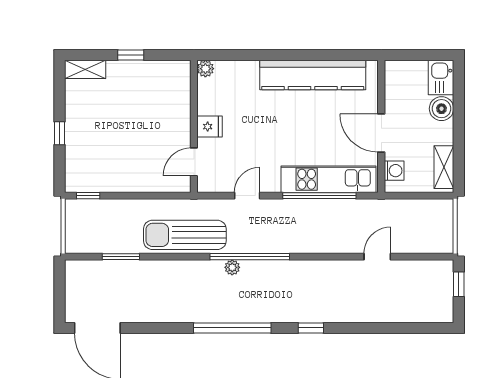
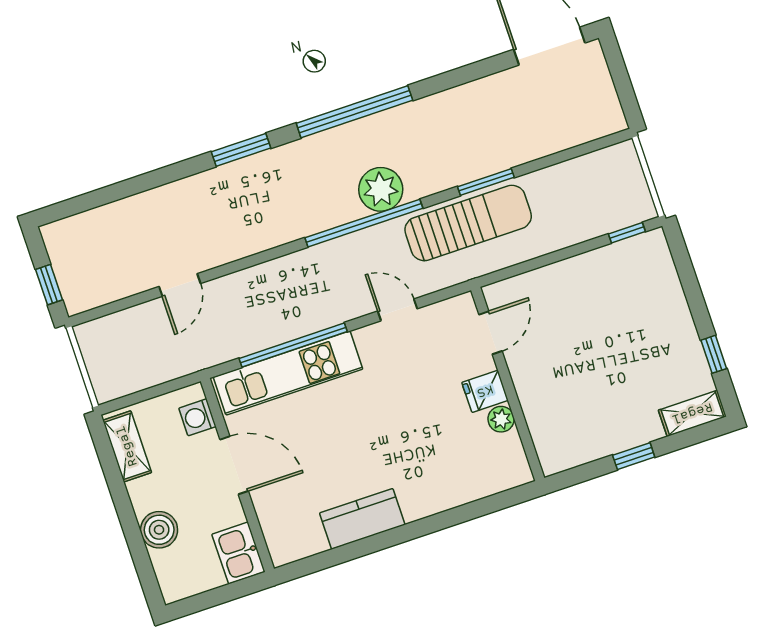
plant: (205, 69) -> (501, 419), moved
kitchen counter: (313, 75) -> (362, 519), width x0.48, depth x0.86
kitchen sink: (441, 78) -> (238, 553), moved, turned 180
window: (60, 133) -> (714, 354), moved
door: (247, 196) -> (397, 310), swing flipped
window: (121, 257) -> (486, 182), moved
plant: (232, 267) -> (381, 189), width x1.87, depth x1.87
window: (311, 328) -> (241, 150), width x1.50

